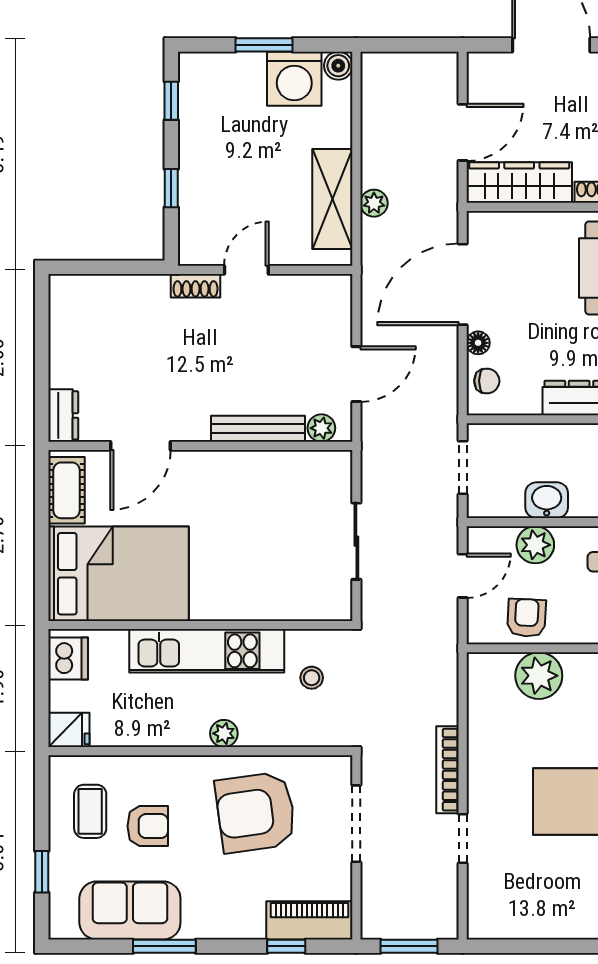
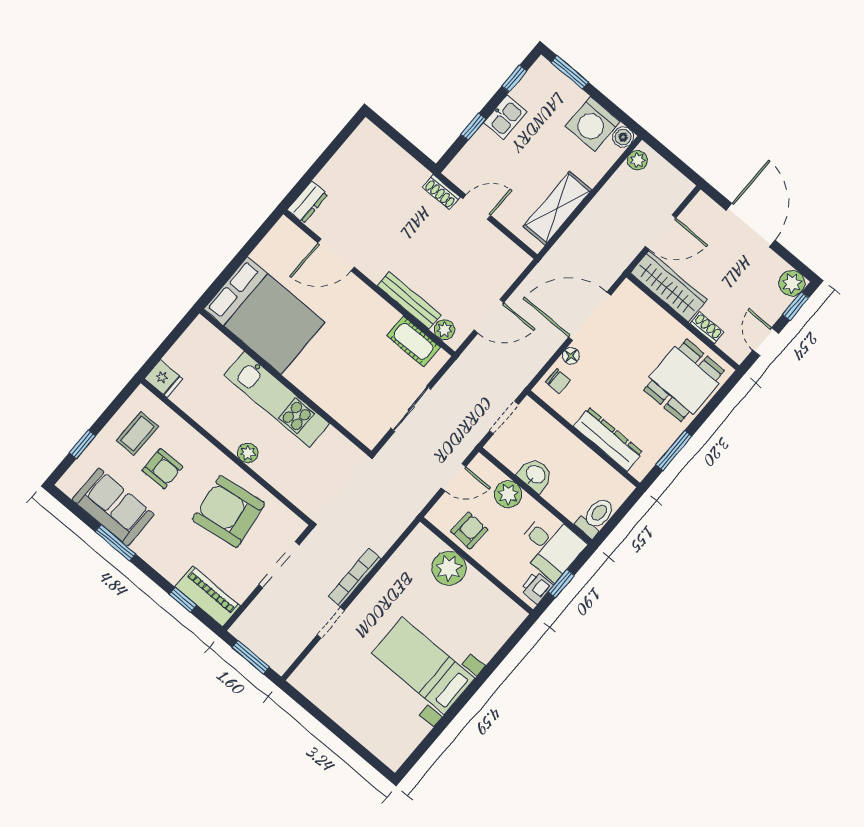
window: (264, 45) -> (570, 72), moved
kitchen sink: (196, 150) -> (505, 117), added
plant: (374, 203) -> (637, 160), moved
cot: (67, 490) -> (413, 341), moved, turned 90
dishwasher: (68, 658) -> (197, 339), removed
stool: (312, 678) -> (322, 463), removed

